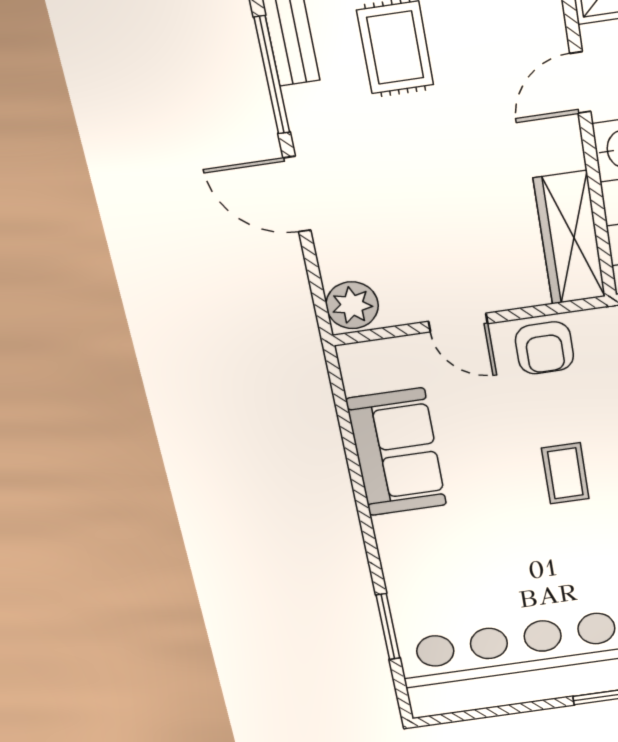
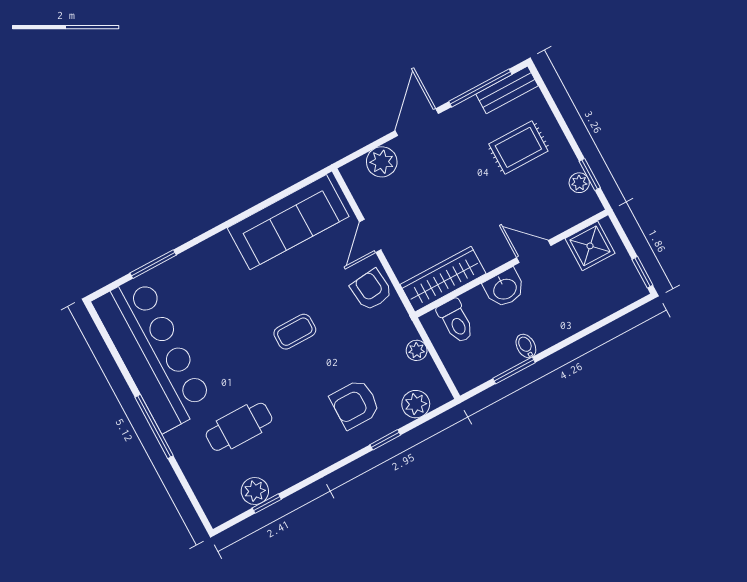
plant: (352, 305) -> (382, 162), moved
armchair: (544, 348) -> (371, 290), turned 84
sofa: (397, 452) -> (288, 222), width x1.36

